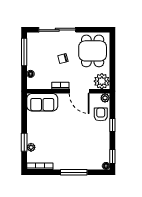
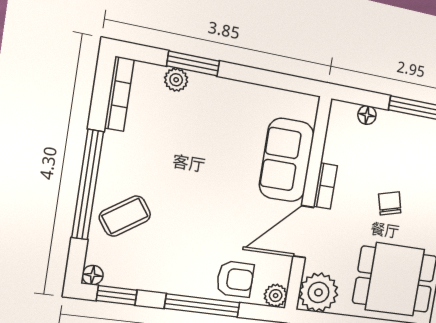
sofa: (42, 102) -> (287, 160), moved
window: (112, 125) -> (202, 305), width x2.17
coffee table: (83, 158) -> (125, 216), added
window: (74, 172) -> (88, 185), width x1.46

